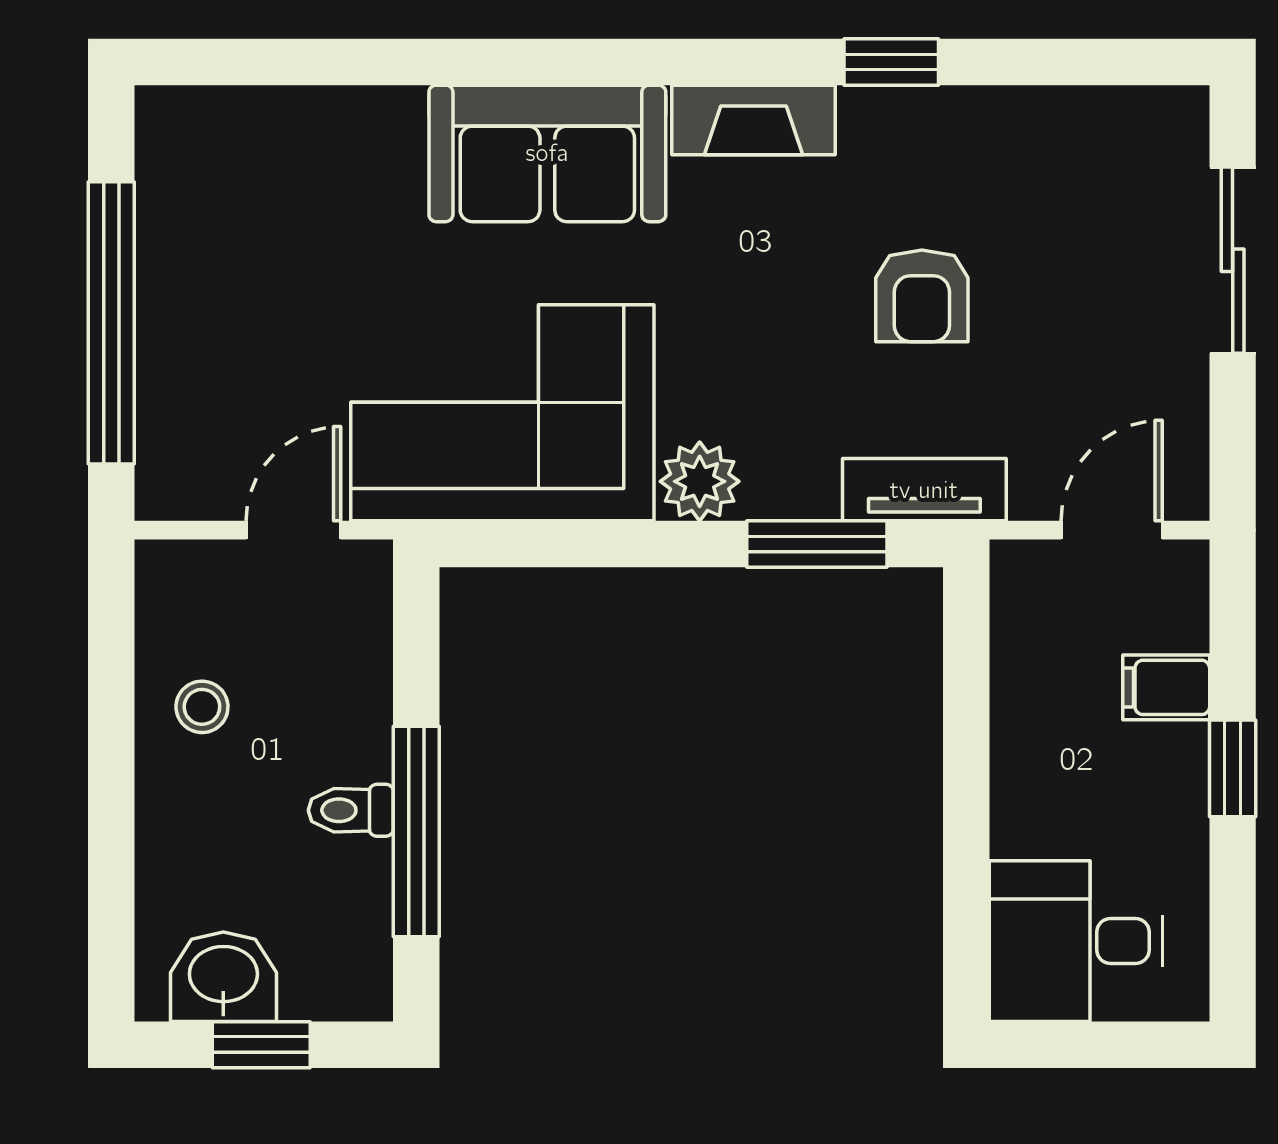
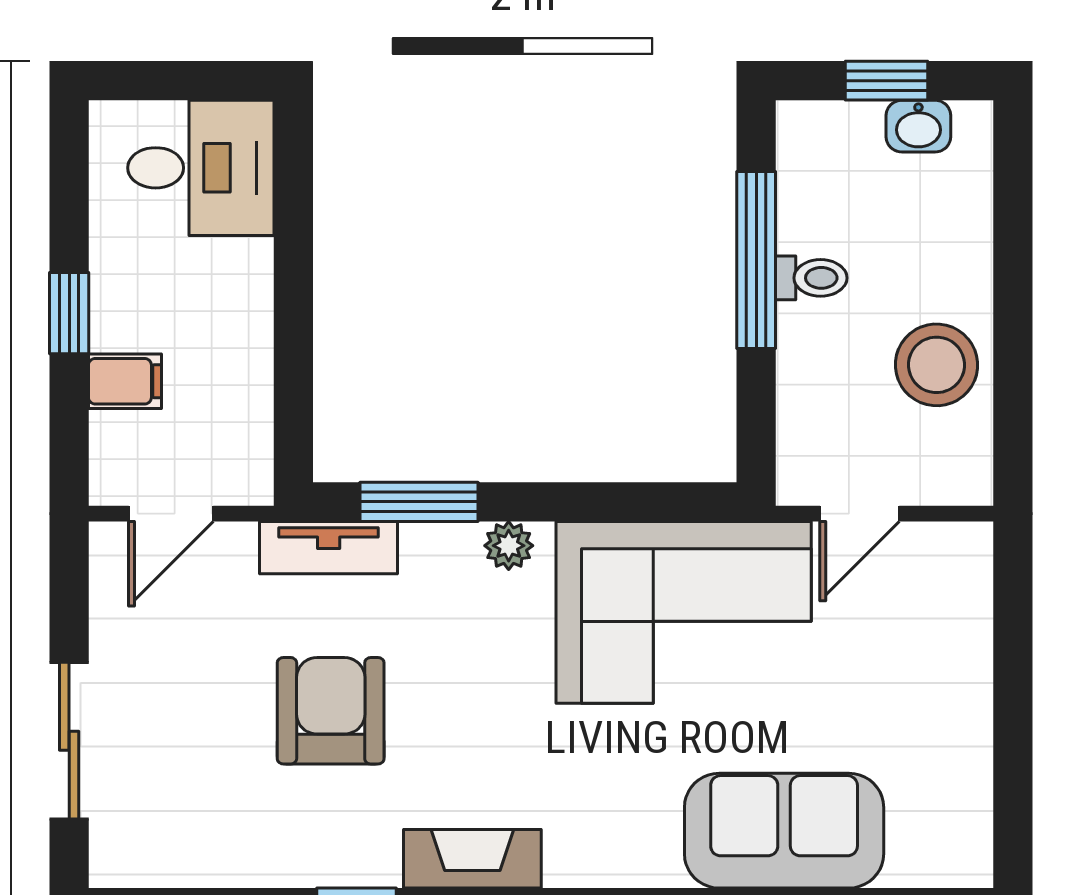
sofa: (547, 153) -> (784, 831), moved
armchair: (922, 296) -> (331, 711), width x1.38, depth x1.38
window: (111, 323) -> (1013, 688), removed
plant: (700, 481) -> (509, 546), width x0.73, depth x0.73
stool: (202, 707) -> (937, 365), width x1.89, depth x1.89
washbasin: (223, 977) -> (918, 126), width x0.72, depth x0.69

